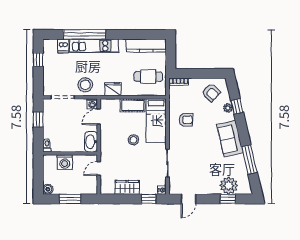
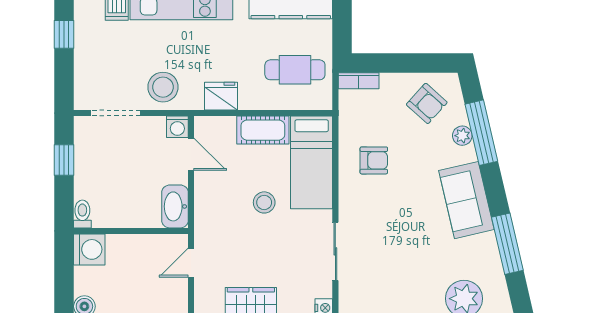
window: (237, 106) -> (481, 133), width x2.17
door: (99, 117) -> (191, 154), swing flipped
washing machine: (65, 162) -> (89, 249), moved, turned -90

